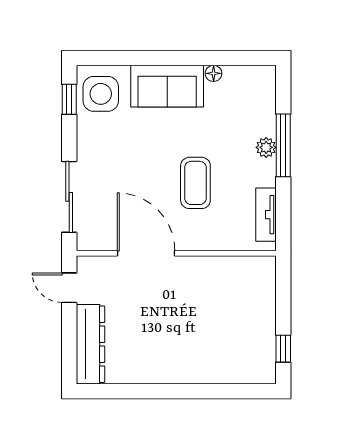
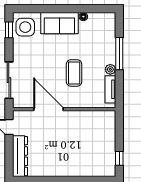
plant: (266, 147) -> (110, 69), moved

